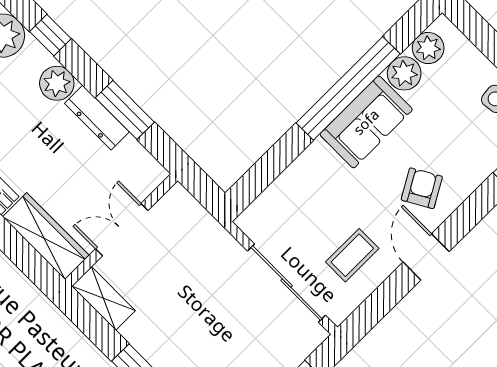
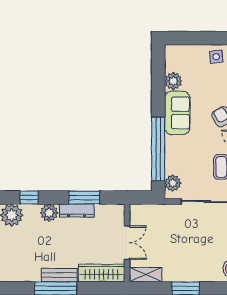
plant: (428, 48) -> (173, 183), moved
window: (348, 88) -> (158, 149), moved
double door: (122, 230) -> (127, 243), swing flipped

